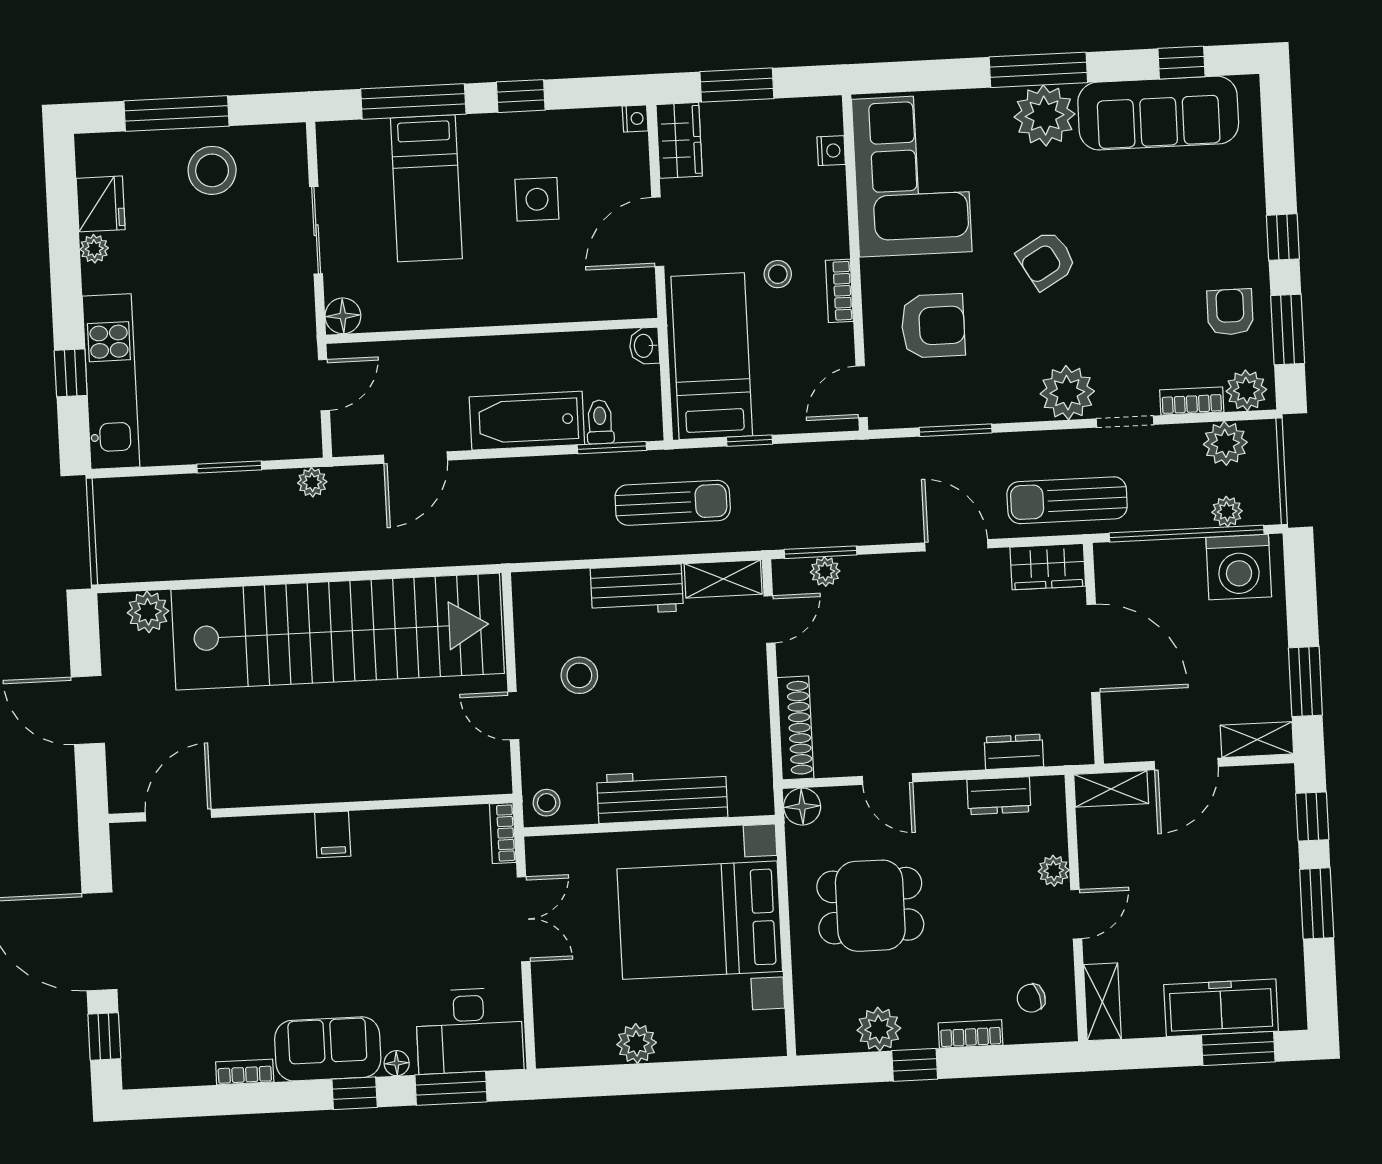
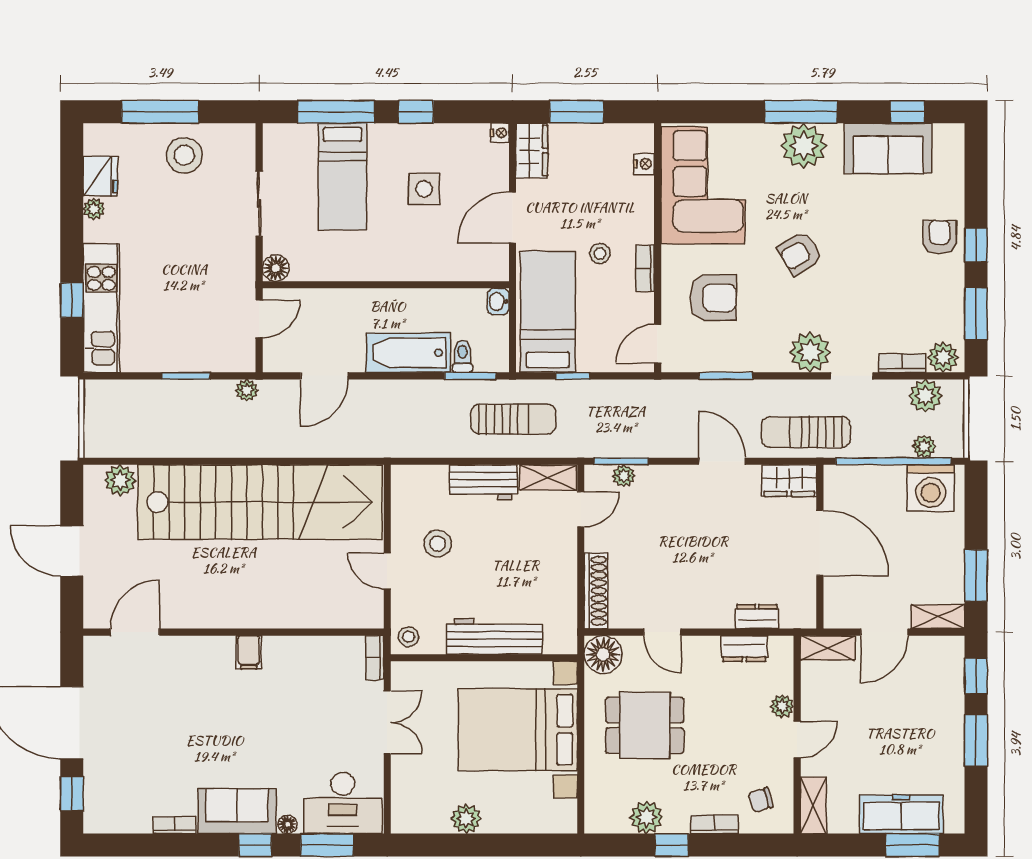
sofa: (1158, 113) -> (888, 148), width x0.73
armchair: (1230, 312) -> (940, 237), moved
floor lamp: (802, 807) -> (603, 654), width x1.38, depth x1.38

